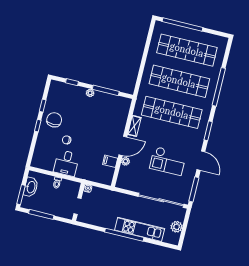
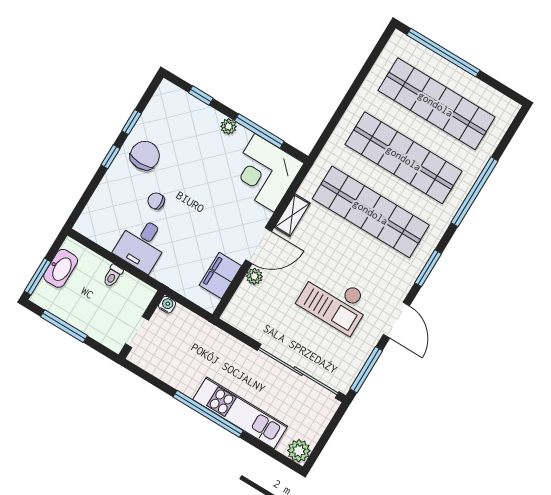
corner desk: (115, 110) -> (264, 173), added
filing cabinet: (110, 161) -> (220, 276), width x2.00
plant: (177, 227) -> (299, 451), moved

